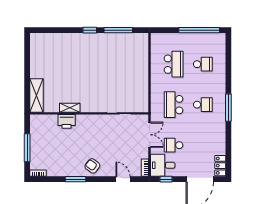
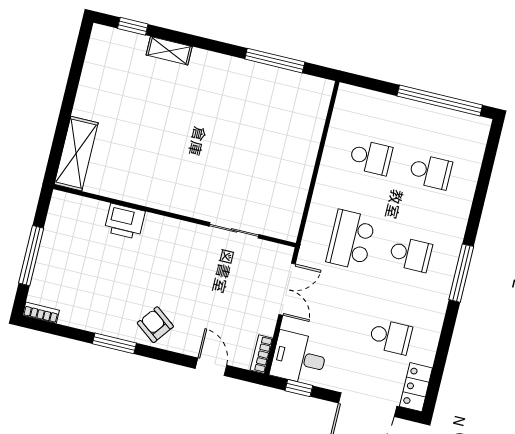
window: (90, 30) -> (133, 26), moved
school desk: (174, 64) -> (371, 157), width x0.54
shelving: (70, 108) -> (169, 51), moved
school desk: (174, 145) -> (391, 337), moved, turned 180

